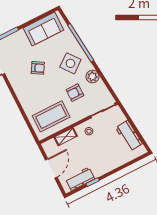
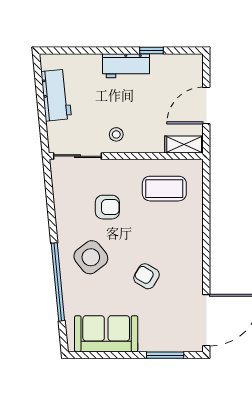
plant: (92, 77) -> (66, 219), removed
coffee table: (51, 116) -> (164, 189), width x0.73, depth x0.76
shelving: (66, 137) -> (184, 144), moved
workbench: (80, 179) -> (126, 66), moved

